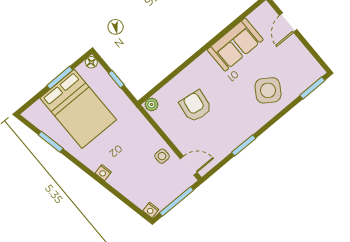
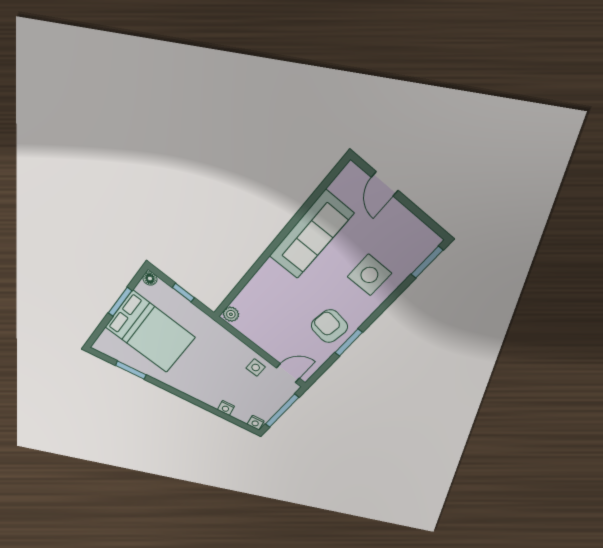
sofa: (235, 45) -> (311, 235), width x1.36
side table: (268, 90) -> (369, 275), turned -33
armchair: (195, 106) -> (329, 326), moved
nightstand: (103, 173) -> (226, 408), moved

